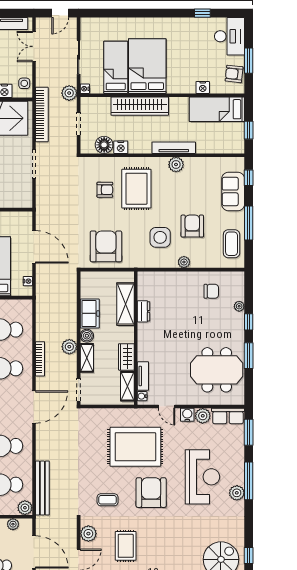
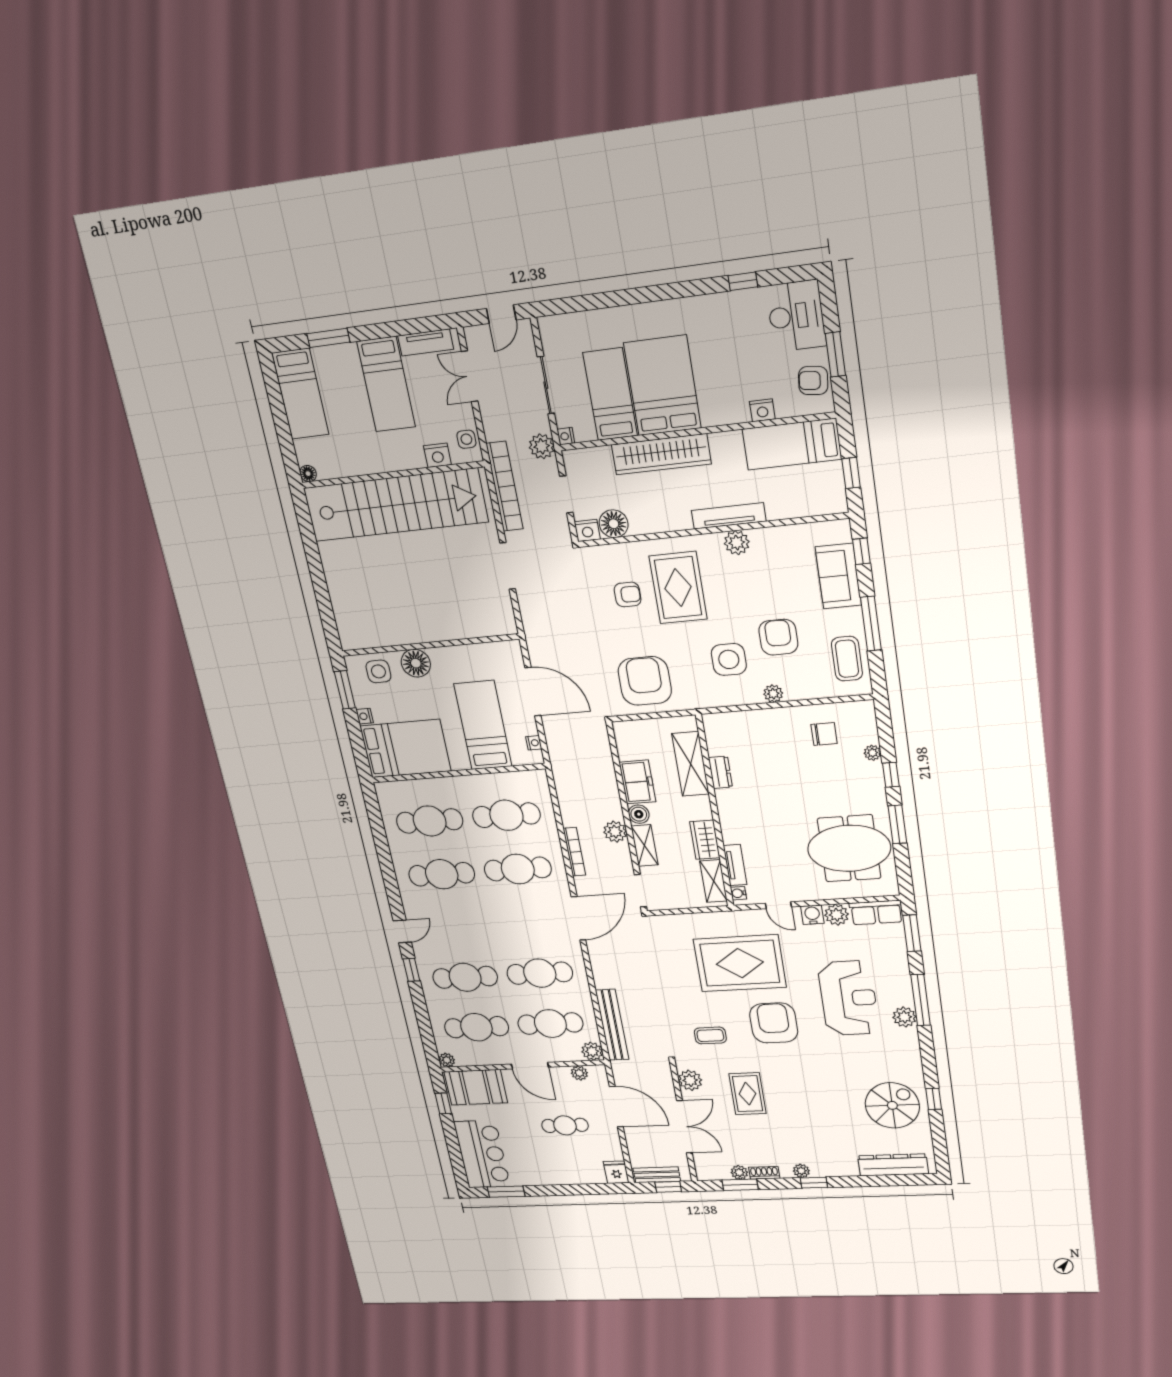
nightstand: (121, 147) -> (587, 530), moved

